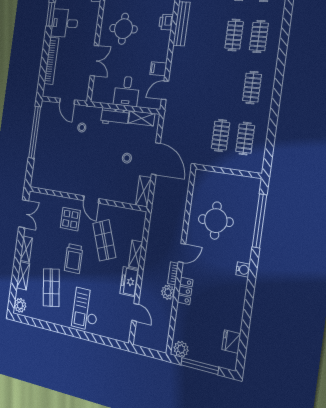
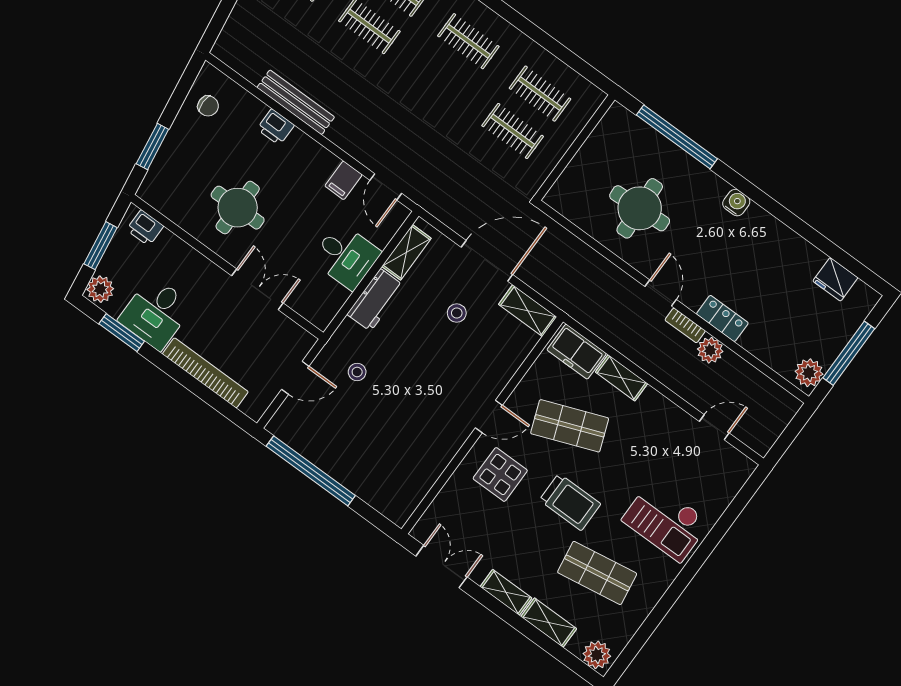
freezer: (129, 282) -> (577, 352), moved

